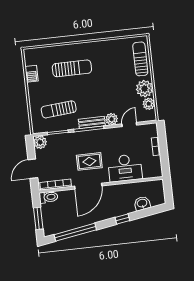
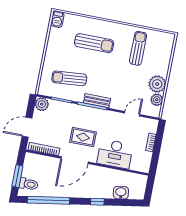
sun lounger: (140, 59) -> (138, 48), moved
barbecue: (32, 74) -> (57, 19), moved
plant: (112, 119) -> (117, 103), removed
toilet: (48, 197) -> (29, 184), moved

